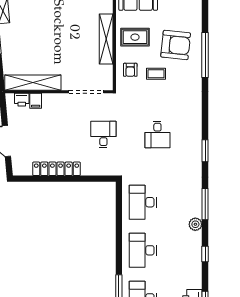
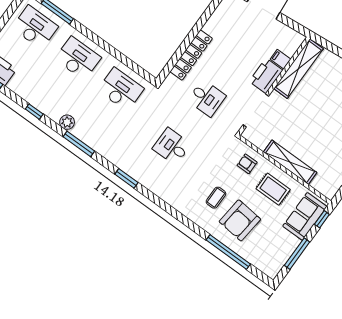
rug: (135, 37) -> (273, 189), turned 90
window: (205, 55) -> (228, 252), moved
coffee table: (156, 74) -> (216, 198), moved
printer: (22, 100) -> (266, 76), moved, width x1.87, depth x1.48
locker: (56, 169) -> (191, 55), moved

